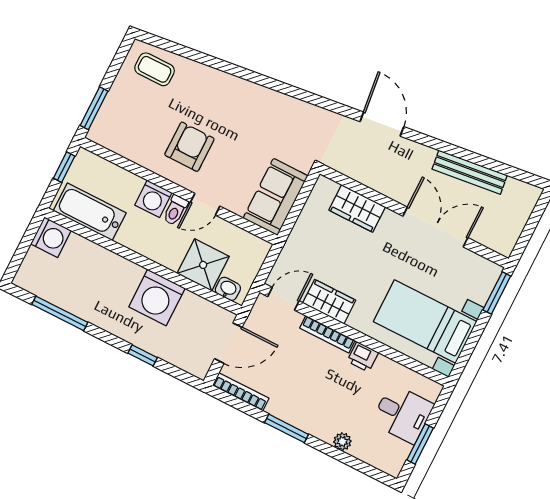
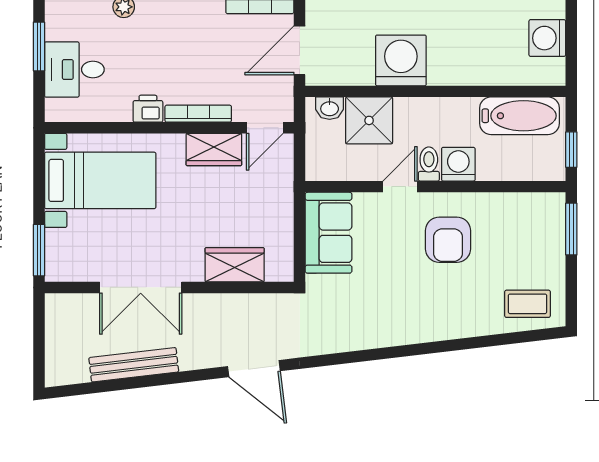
washing machine: (51, 237) -> (547, 38), moved

